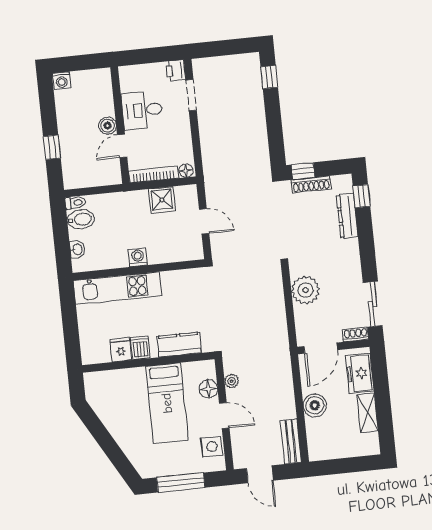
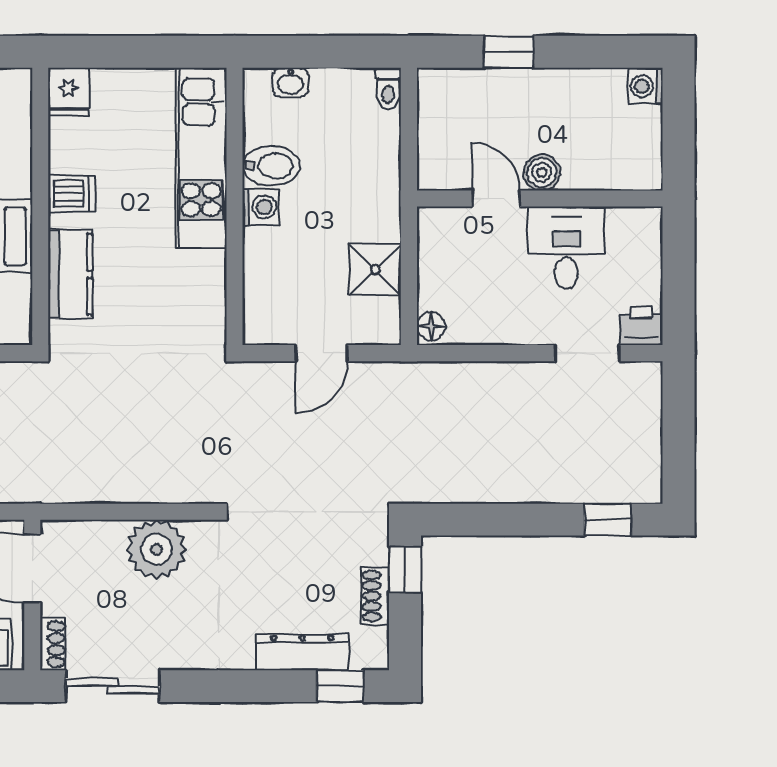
bookcase: (153, 174) -> (430, 258), removed
shoe rack: (311, 184) -> (375, 596), width x0.70
bidet: (81, 219) -> (271, 166), moved, turned -90
fridge: (121, 350) -> (68, 92), moved, turned 90

